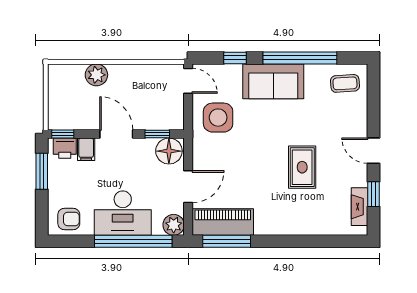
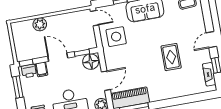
door: (373, 151) -> (211, 40), hinge flipped

